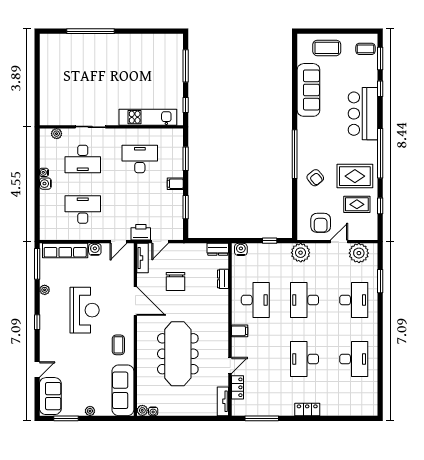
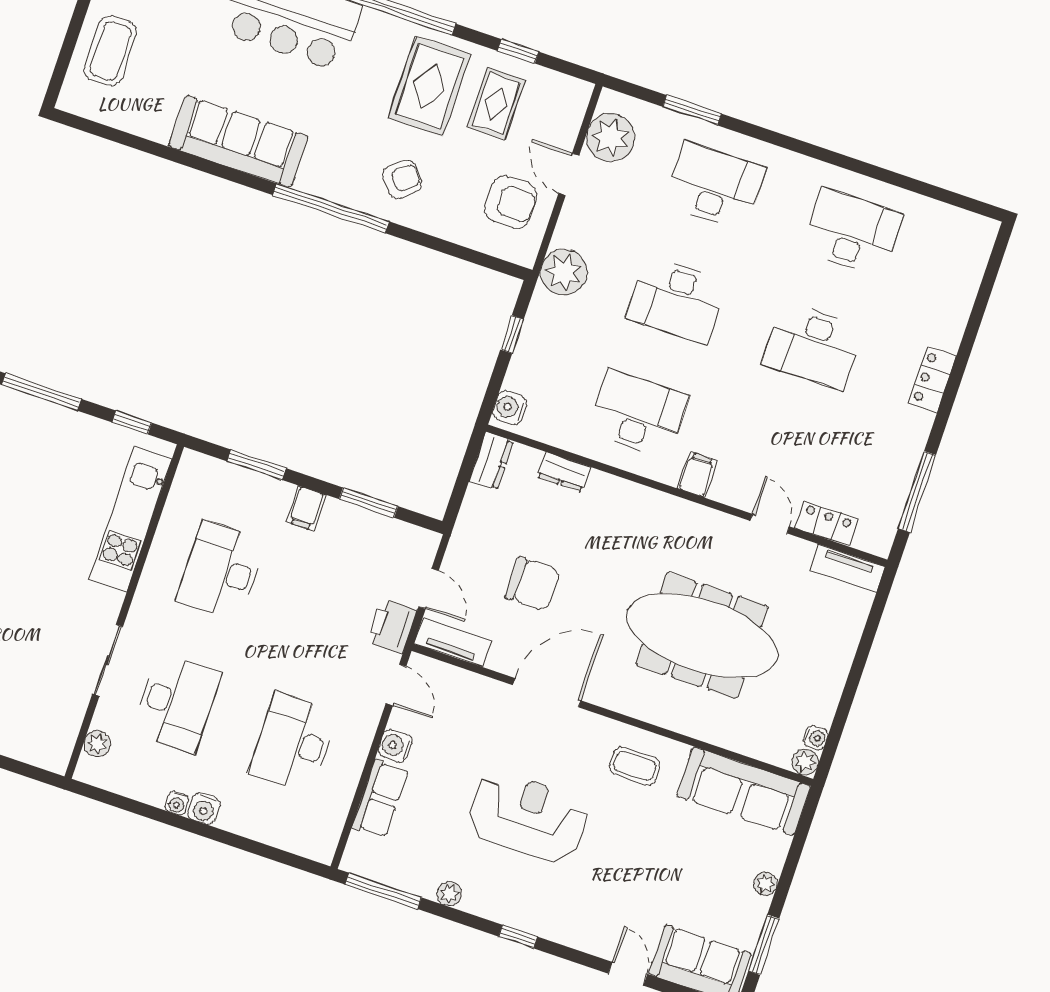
sofa: (308, 90) -> (238, 141), moved
row of seats: (65, 251) -> (380, 798), width x0.68

